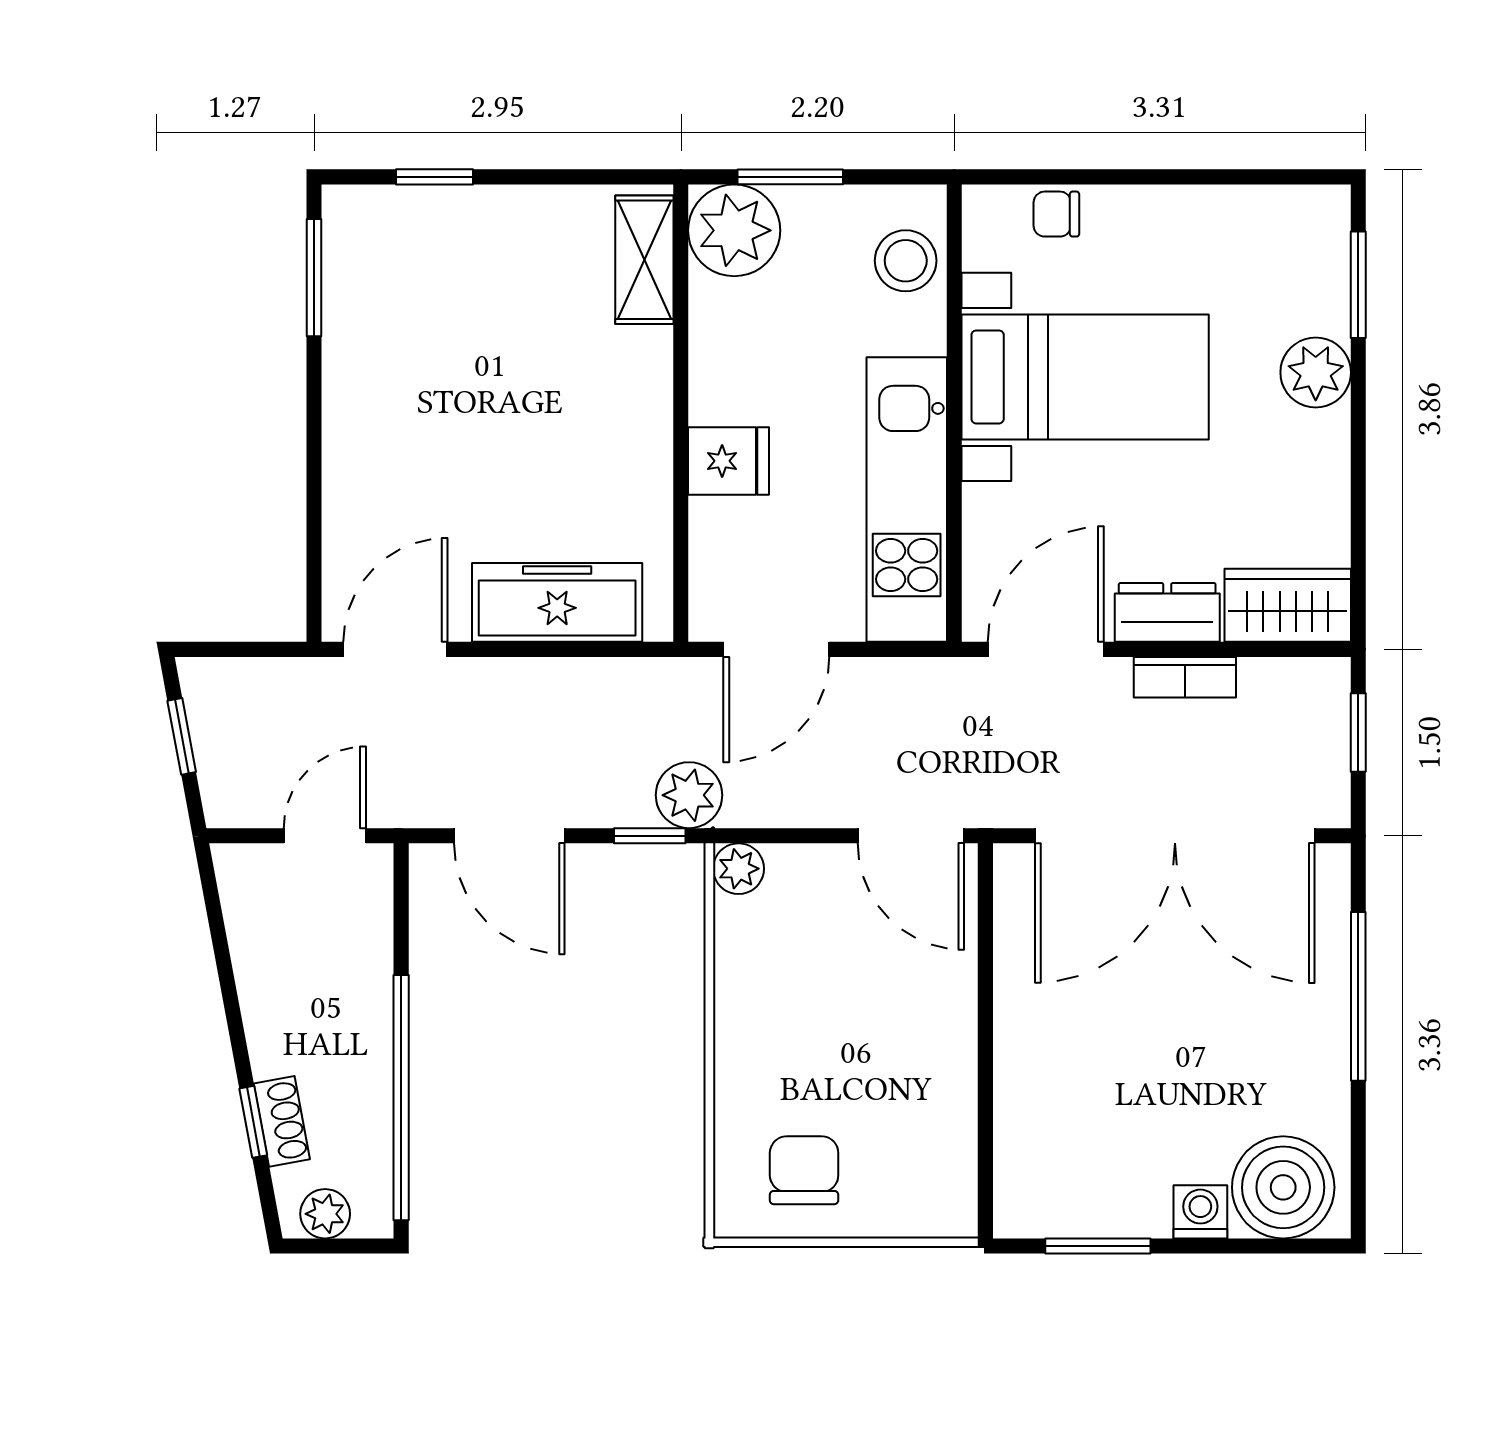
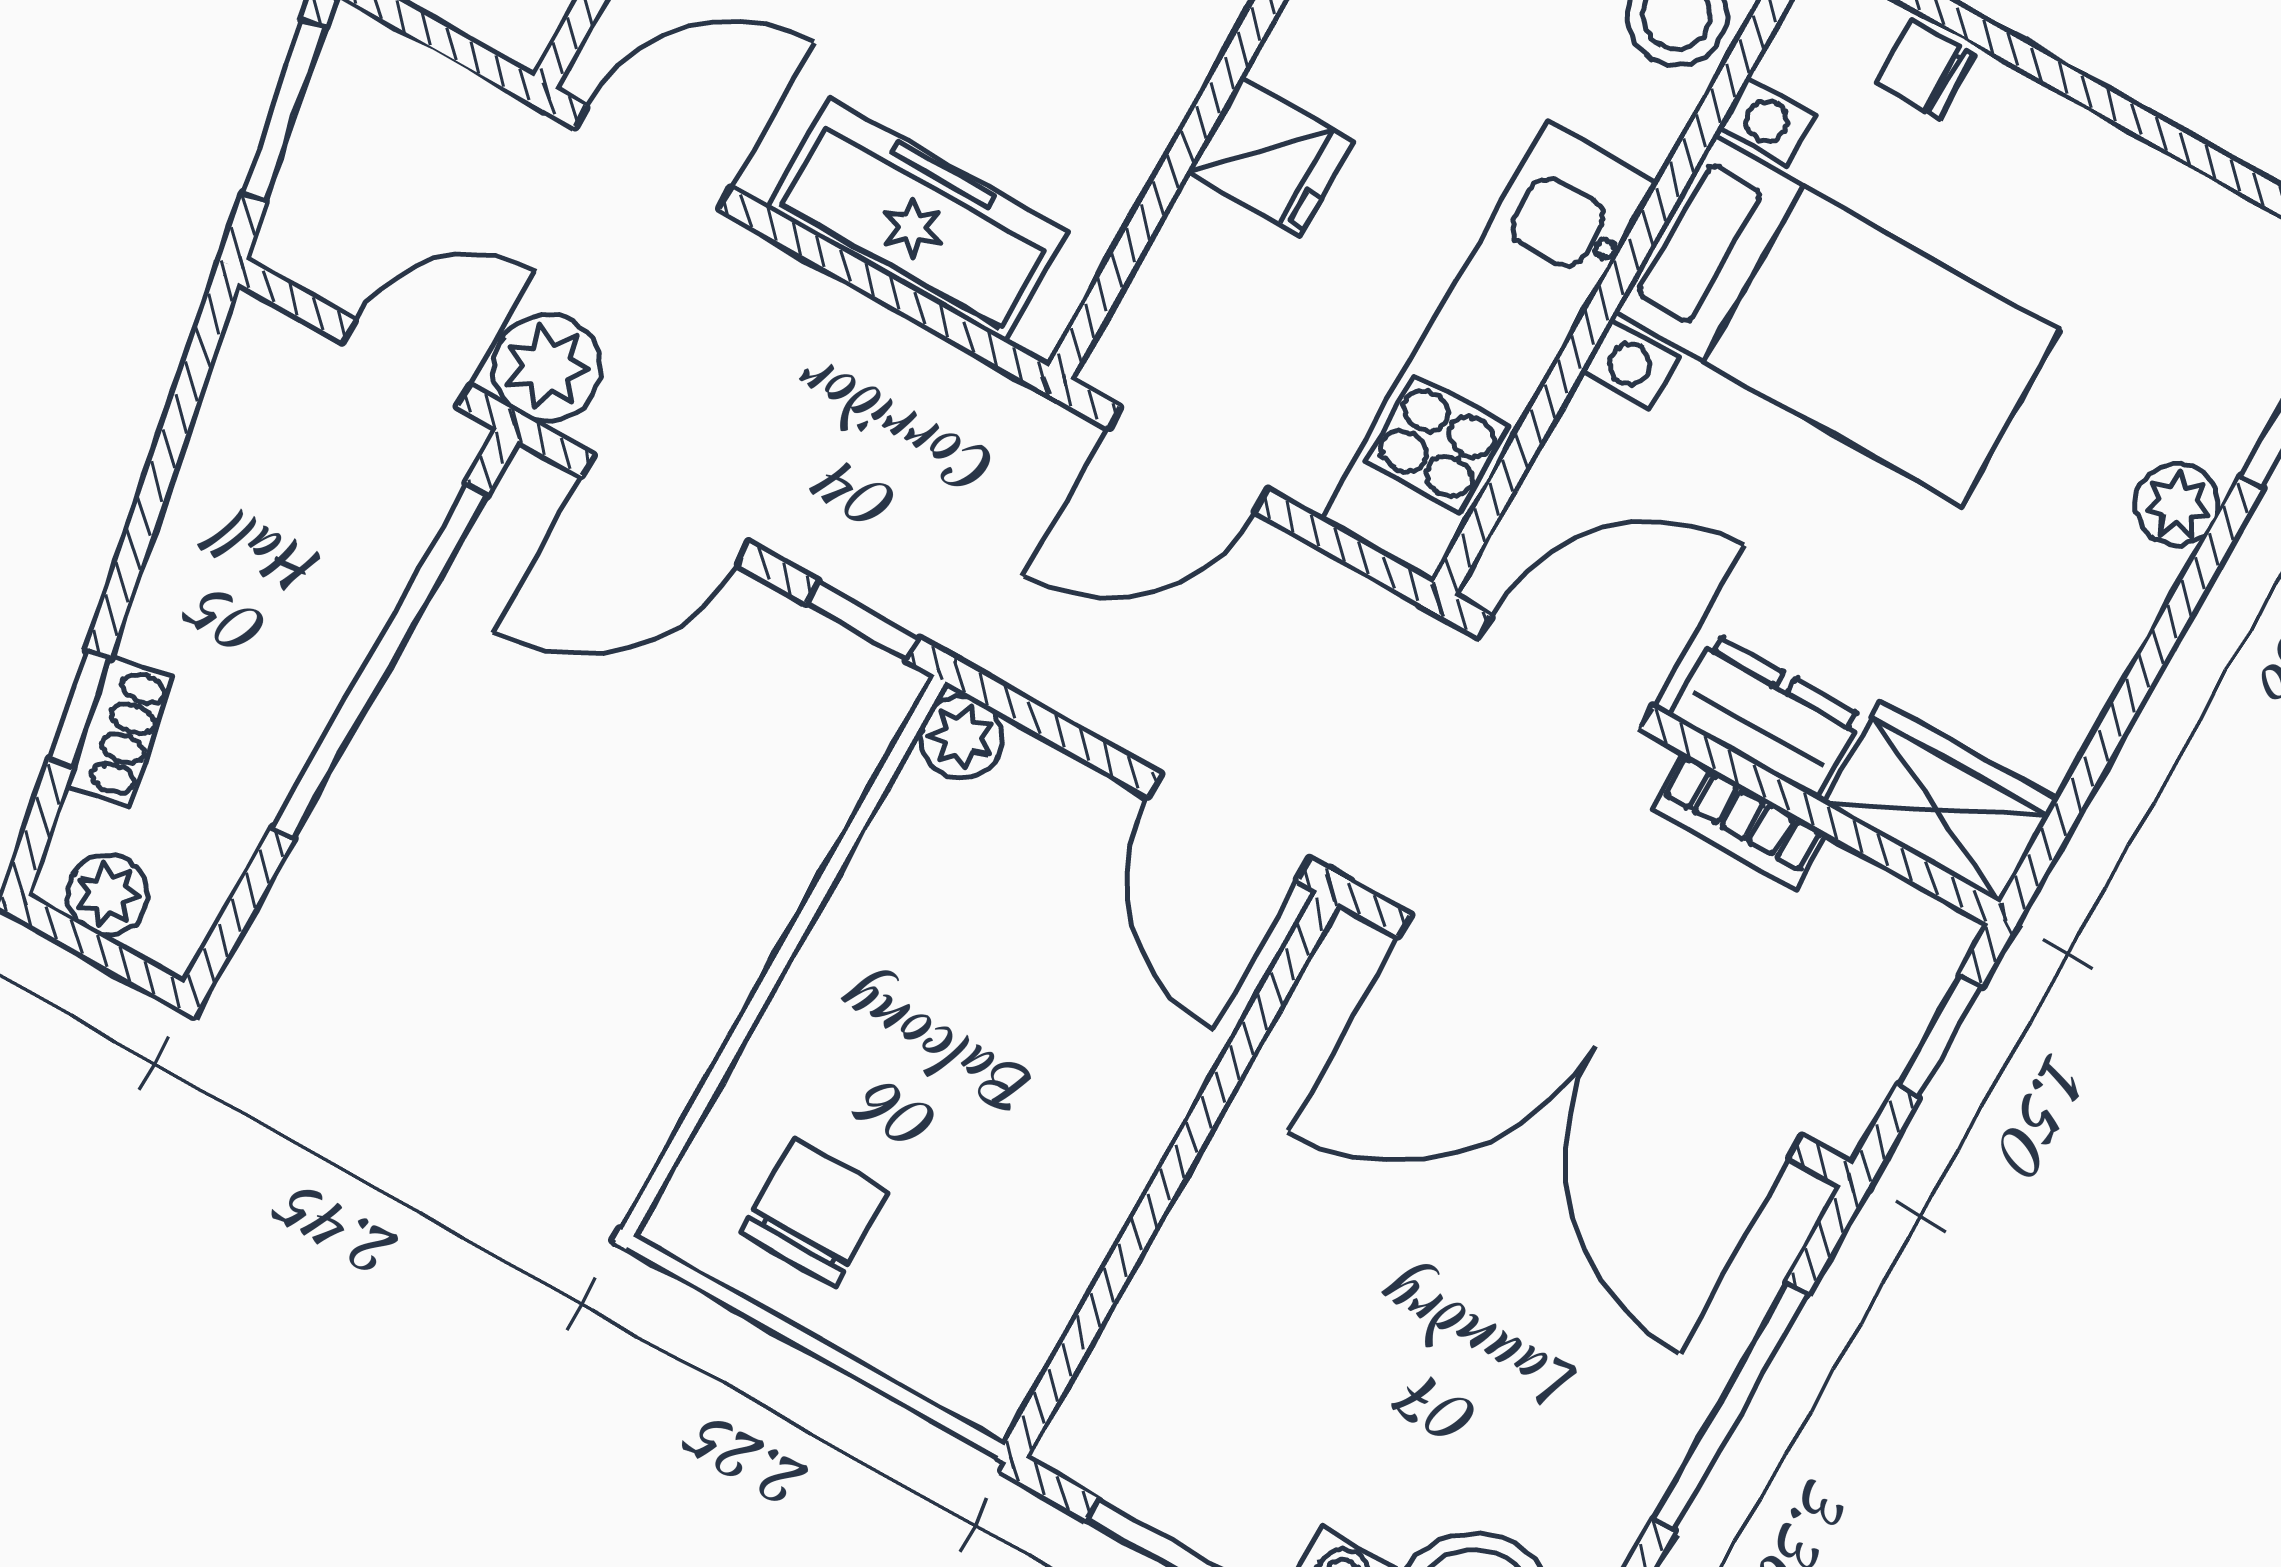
plant: (1316, 372) -> (2178, 505), width x0.73, depth x0.73
window: (182, 736) -> (284, 111), width x1.50
plant: (689, 795) -> (547, 368), moved
door: (509, 836) -> (665, 510), hinge flipped
window: (401, 1098) -> (380, 661), moved

